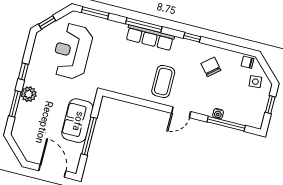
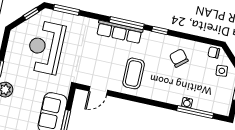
window: (47, 22) -> (31, 14), moved
window: (144, 25) -> (127, 23), moved
door: (181, 112) -> (98, 91), moved

